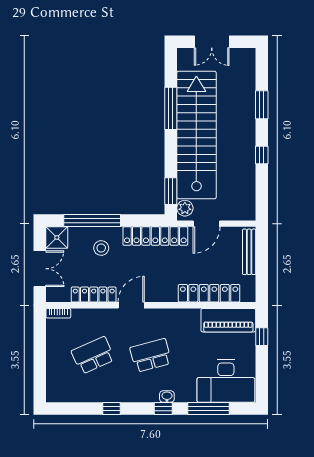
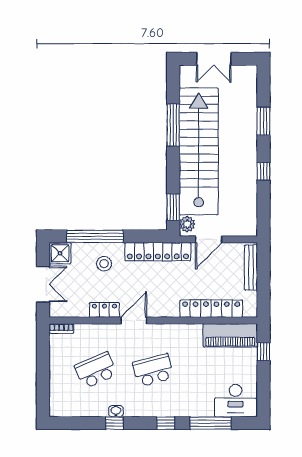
locker: (94, 295) -> (104, 310), width x0.66
desk: (226, 381) -> (235, 401), width x0.73, depth x0.77
washbasin: (167, 397) -> (116, 411), moved

